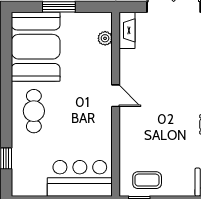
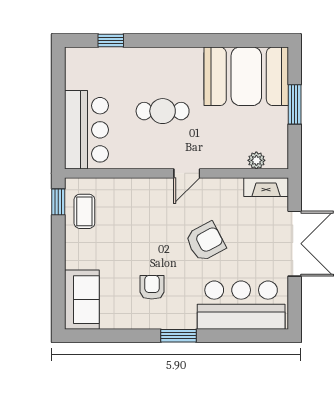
armchair: (172, 80) -> (205, 242), added
cafe table: (34, 111) -> (163, 111), moved

